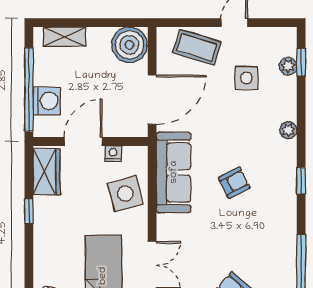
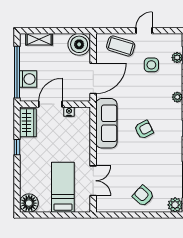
side table: (125, 194) -> (76, 136), removed

